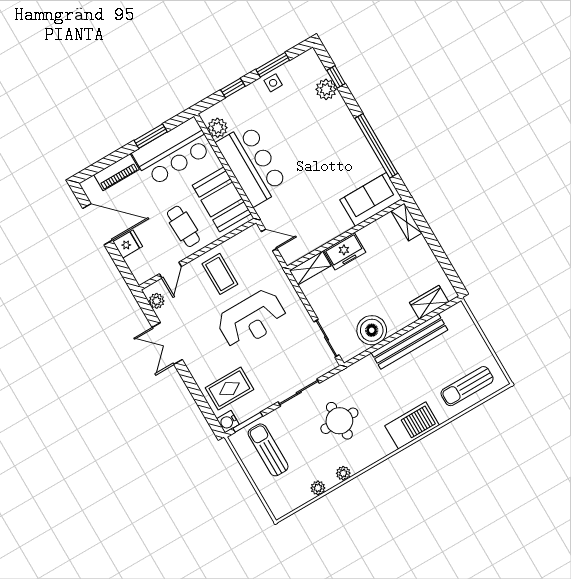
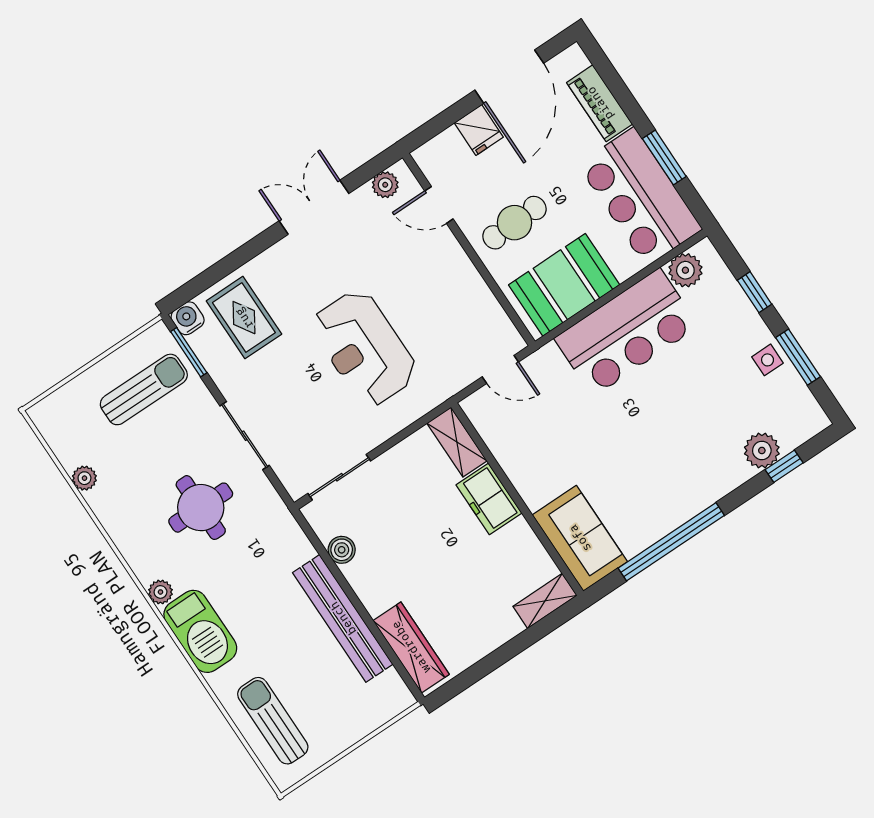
door: (269, 240) -> (500, 369), hinge flipped
coffee table: (220, 274) -> (438, 289), removed
wardrobe: (429, 302) -> (411, 647), width x1.50
boiler: (372, 330) -> (342, 550), width x0.54, depth x0.54
plant: (343, 473) -> (160, 592), moved

